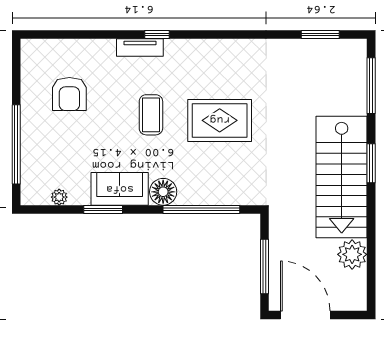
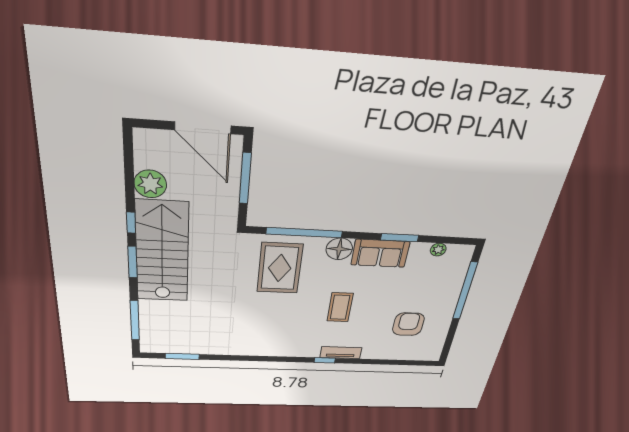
rug: (220, 120) -> (280, 268), moved, turned 90
window: (371, 210) -> (131, 223), added

